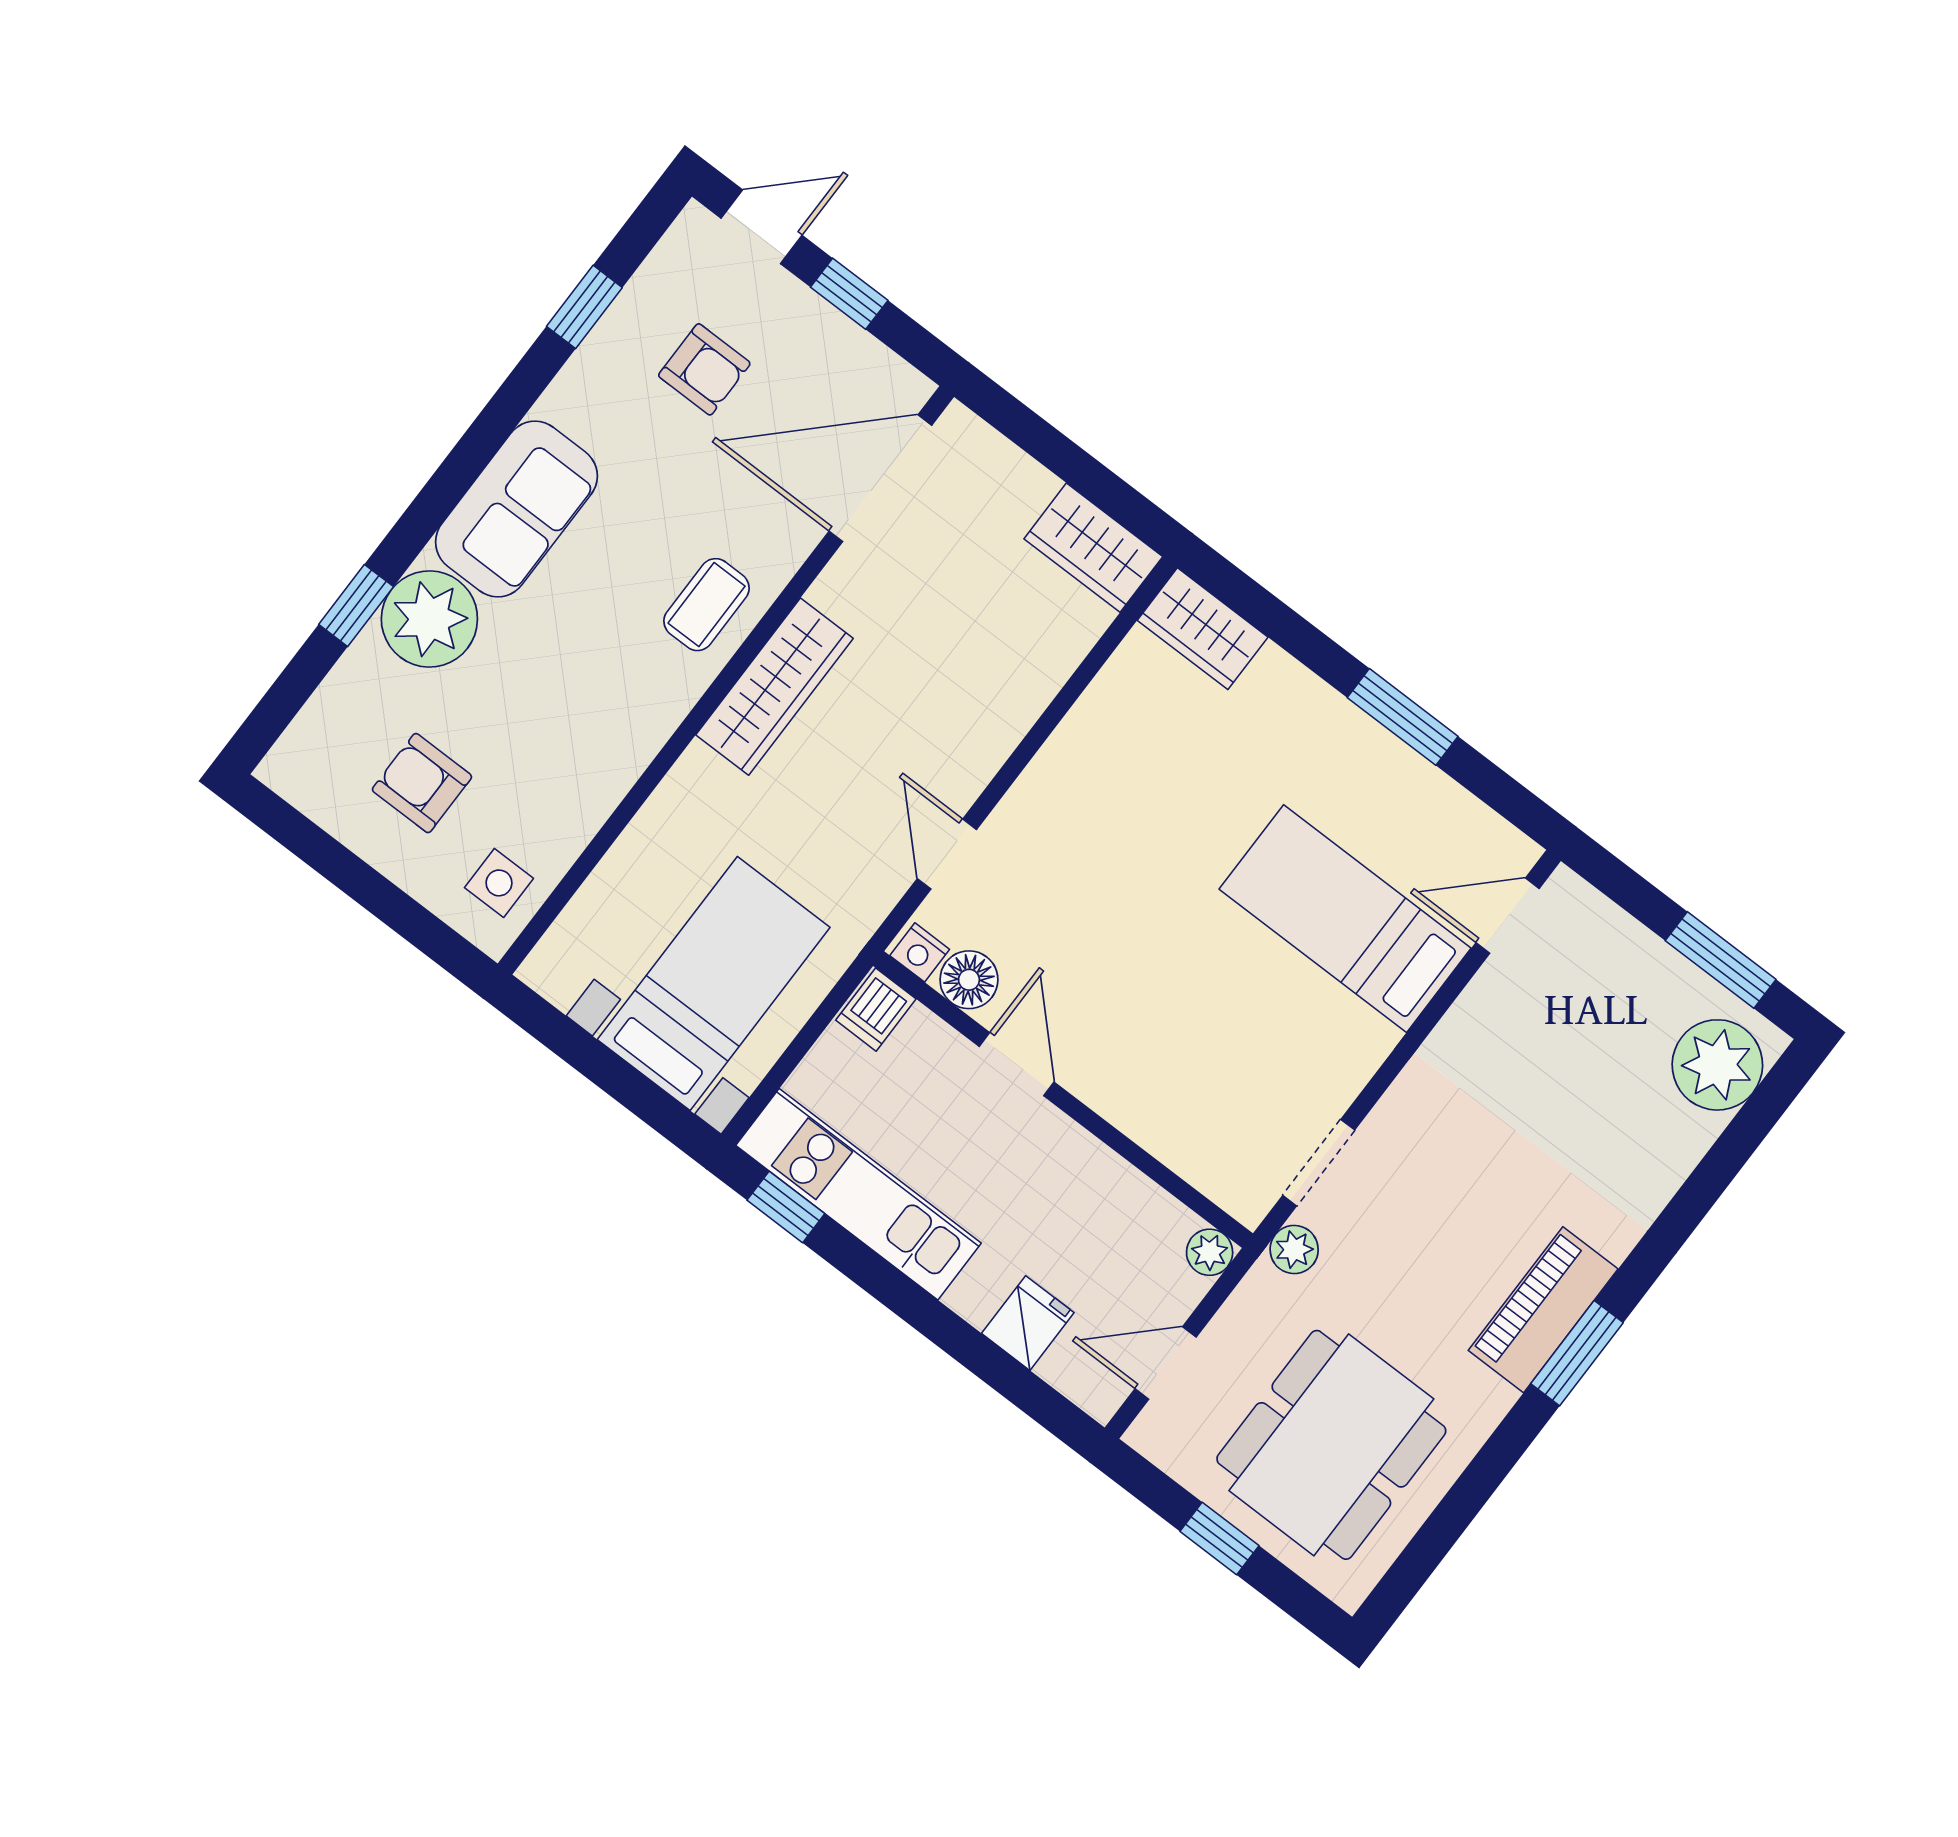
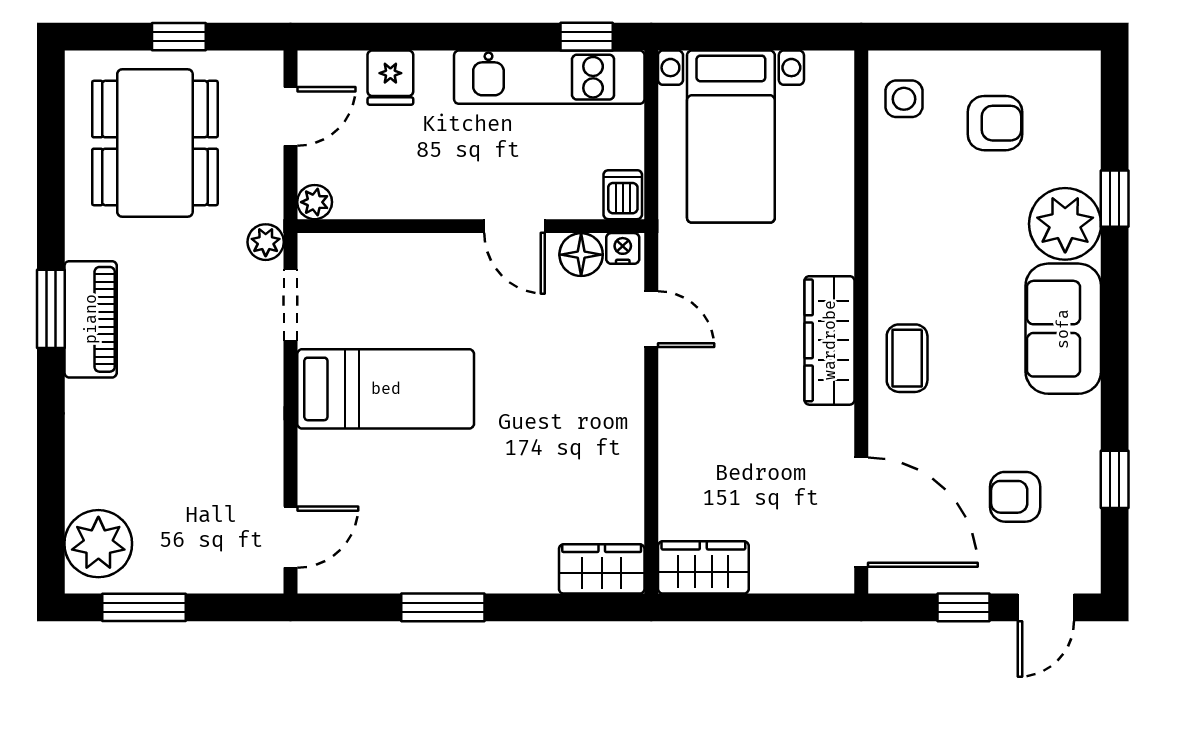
door: (880, 478) -> (861, 512), hinge flipped
bed: (1345, 919) -> (386, 389), moved

